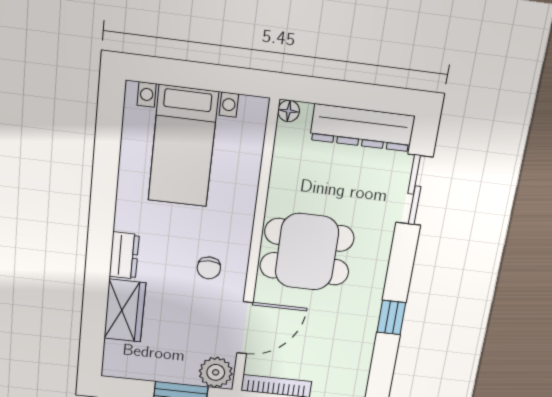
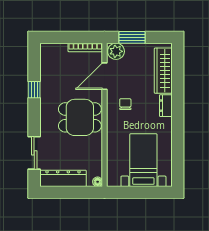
wardrobe: (125, 311) -> (163, 71), width x1.50

